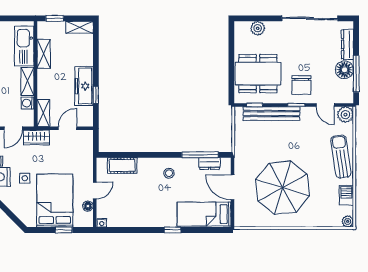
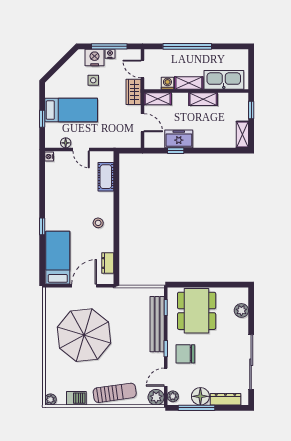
shelving: (44, 54) -> (203, 99), moved
freezer: (84, 86) -> (179, 139), width x0.71
plant: (345, 98) -> (173, 396), added
window: (200, 155) -> (116, 254), removed
bed: (55, 201) -> (71, 110), width x0.67

